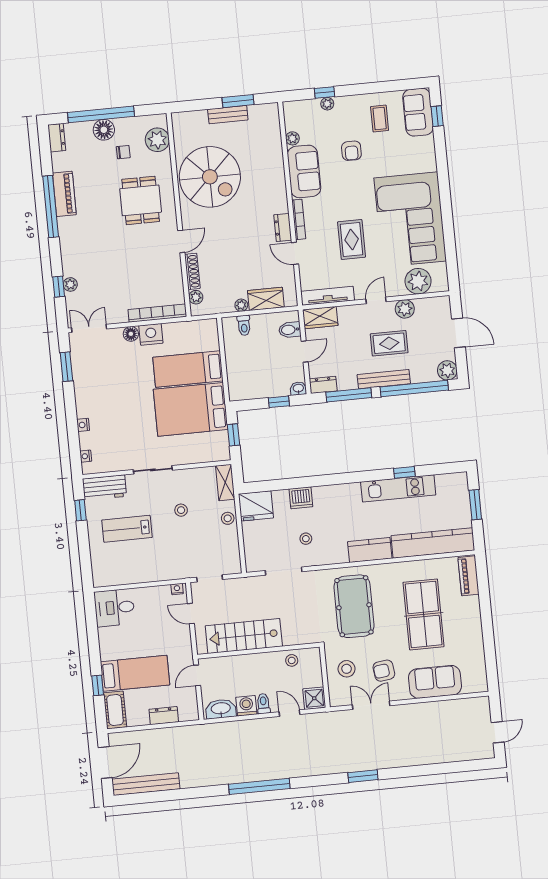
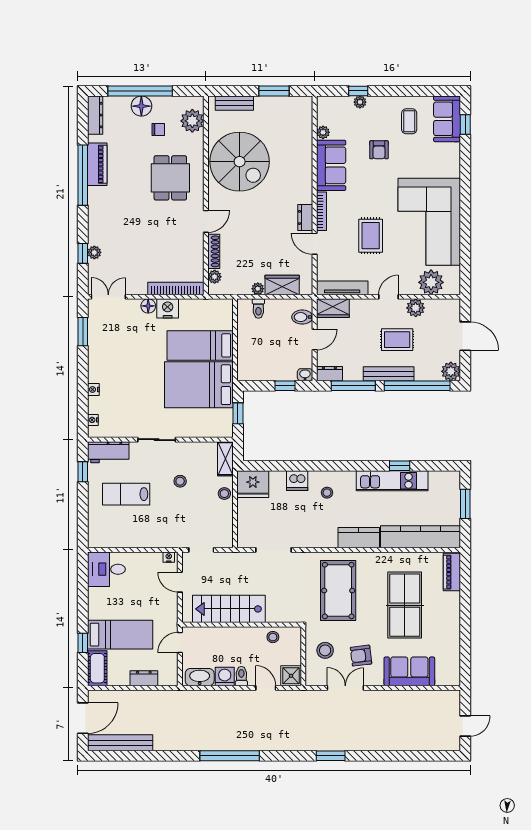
bench: (228, 115) -> (234, 103), moved
dresser: (57, 138) -> (95, 115), width x1.44
stool: (306, 539) -> (327, 493), moved

